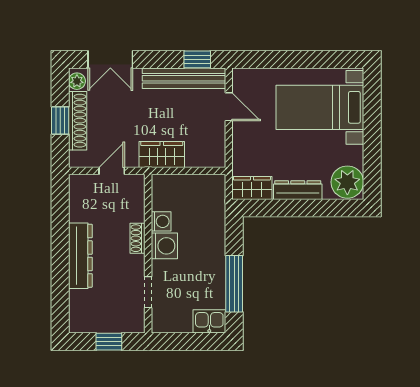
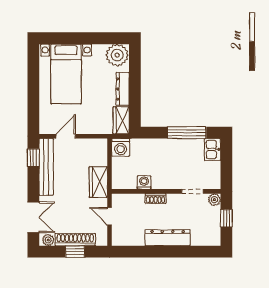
washing machine: (164, 246) -> (121, 147), moved, turned 180
plant: (136, 324) -> (214, 200), added

